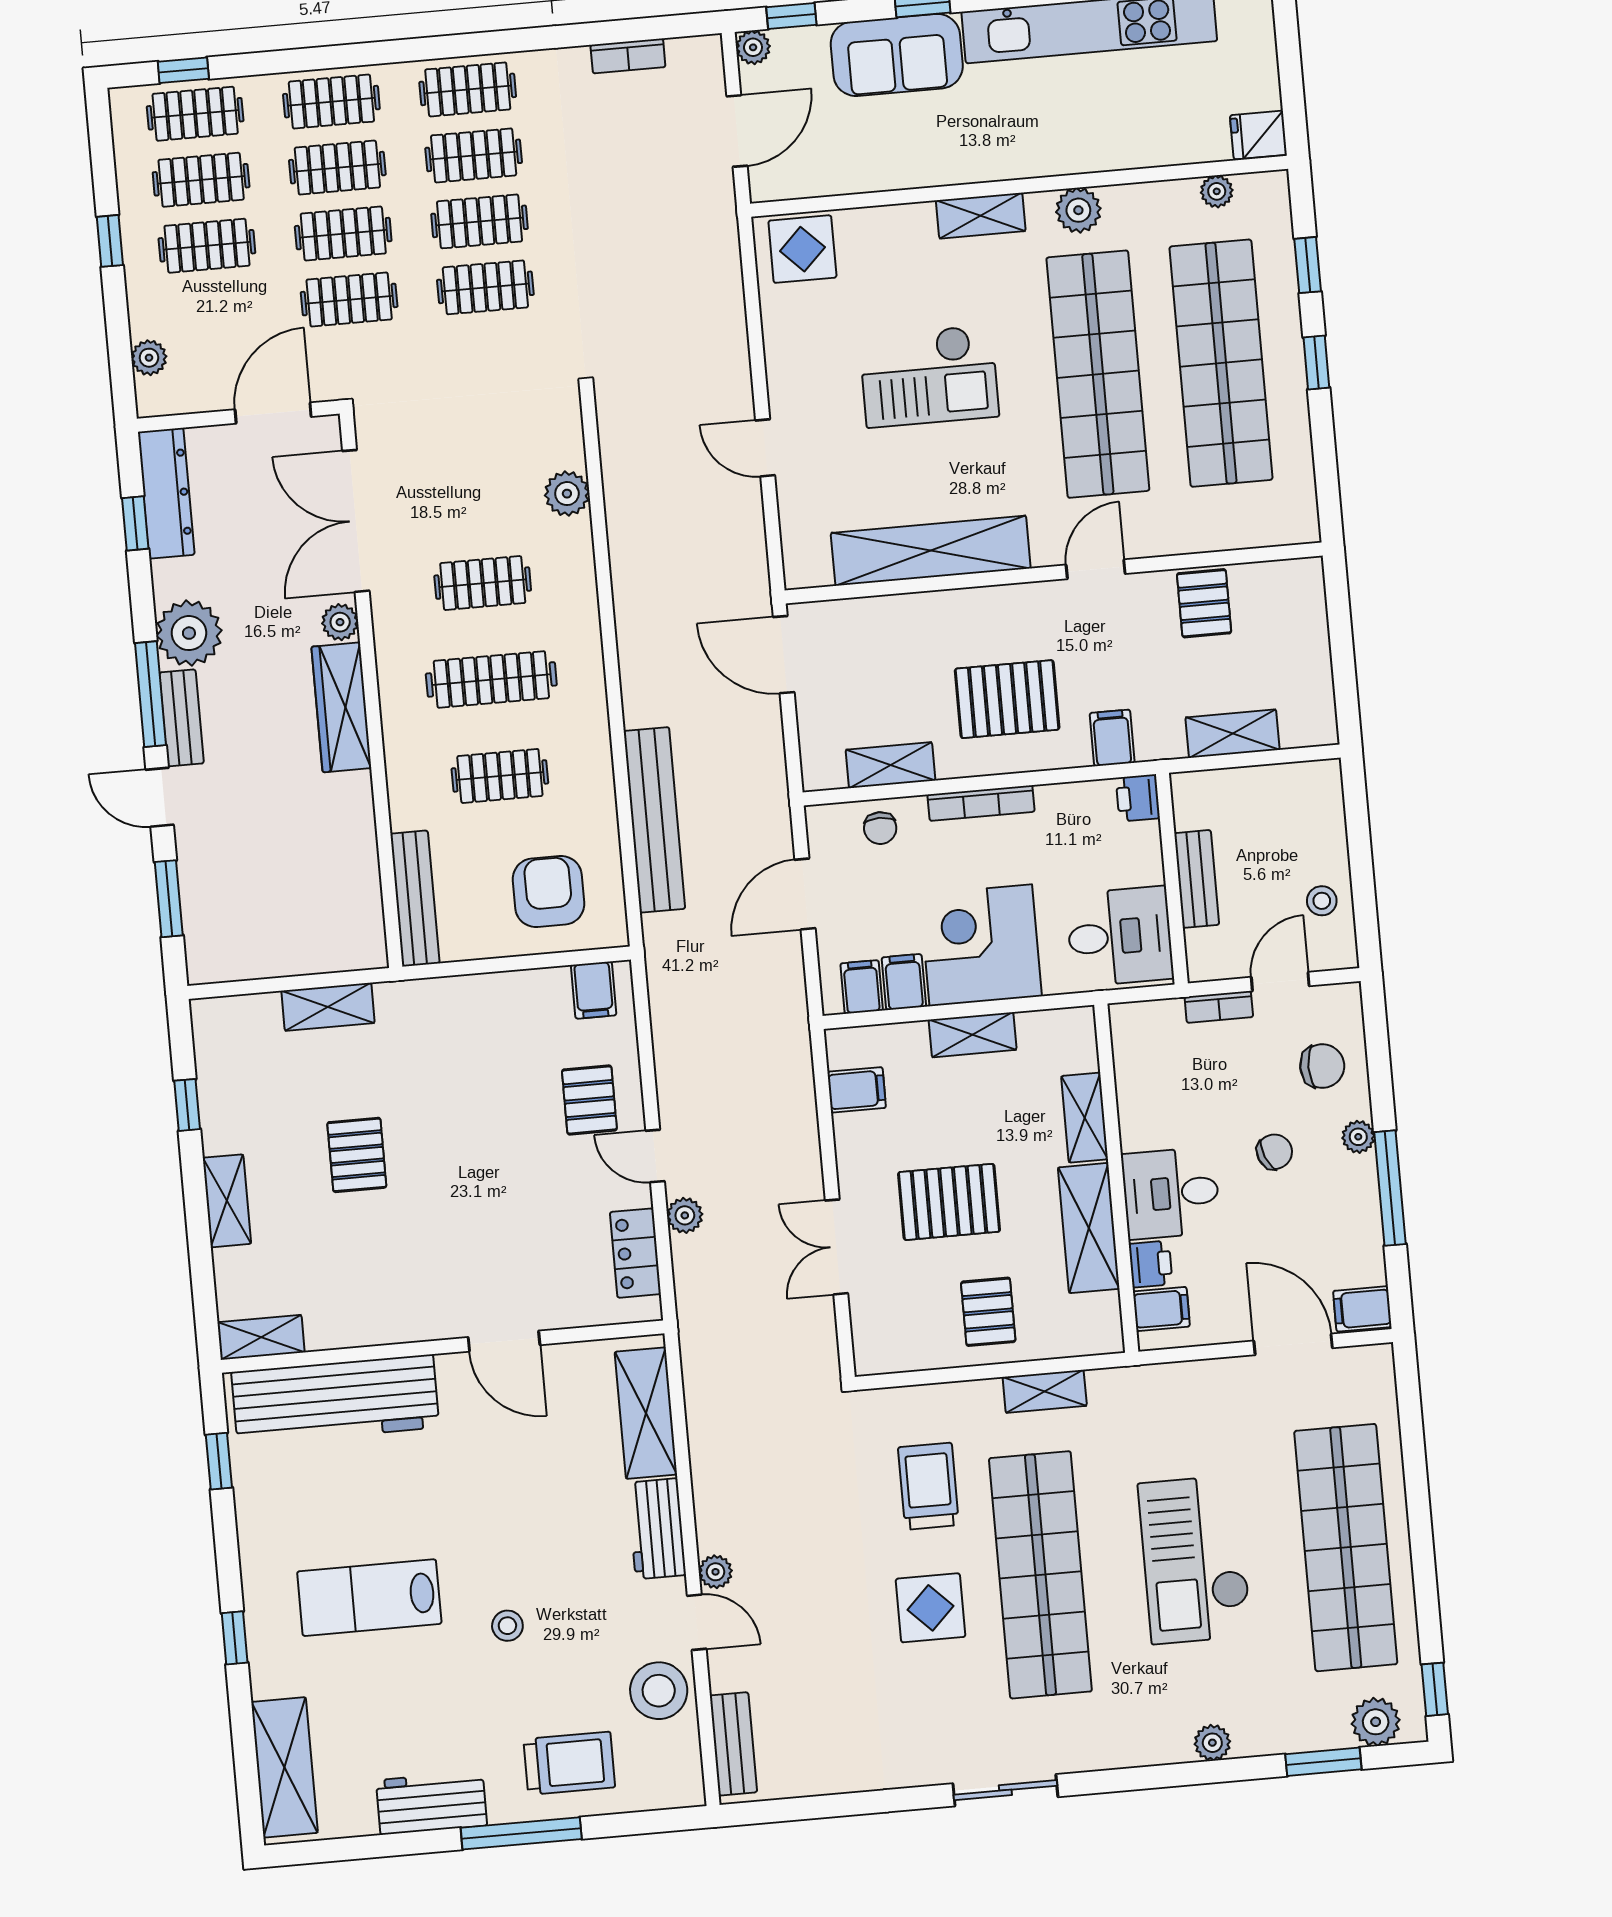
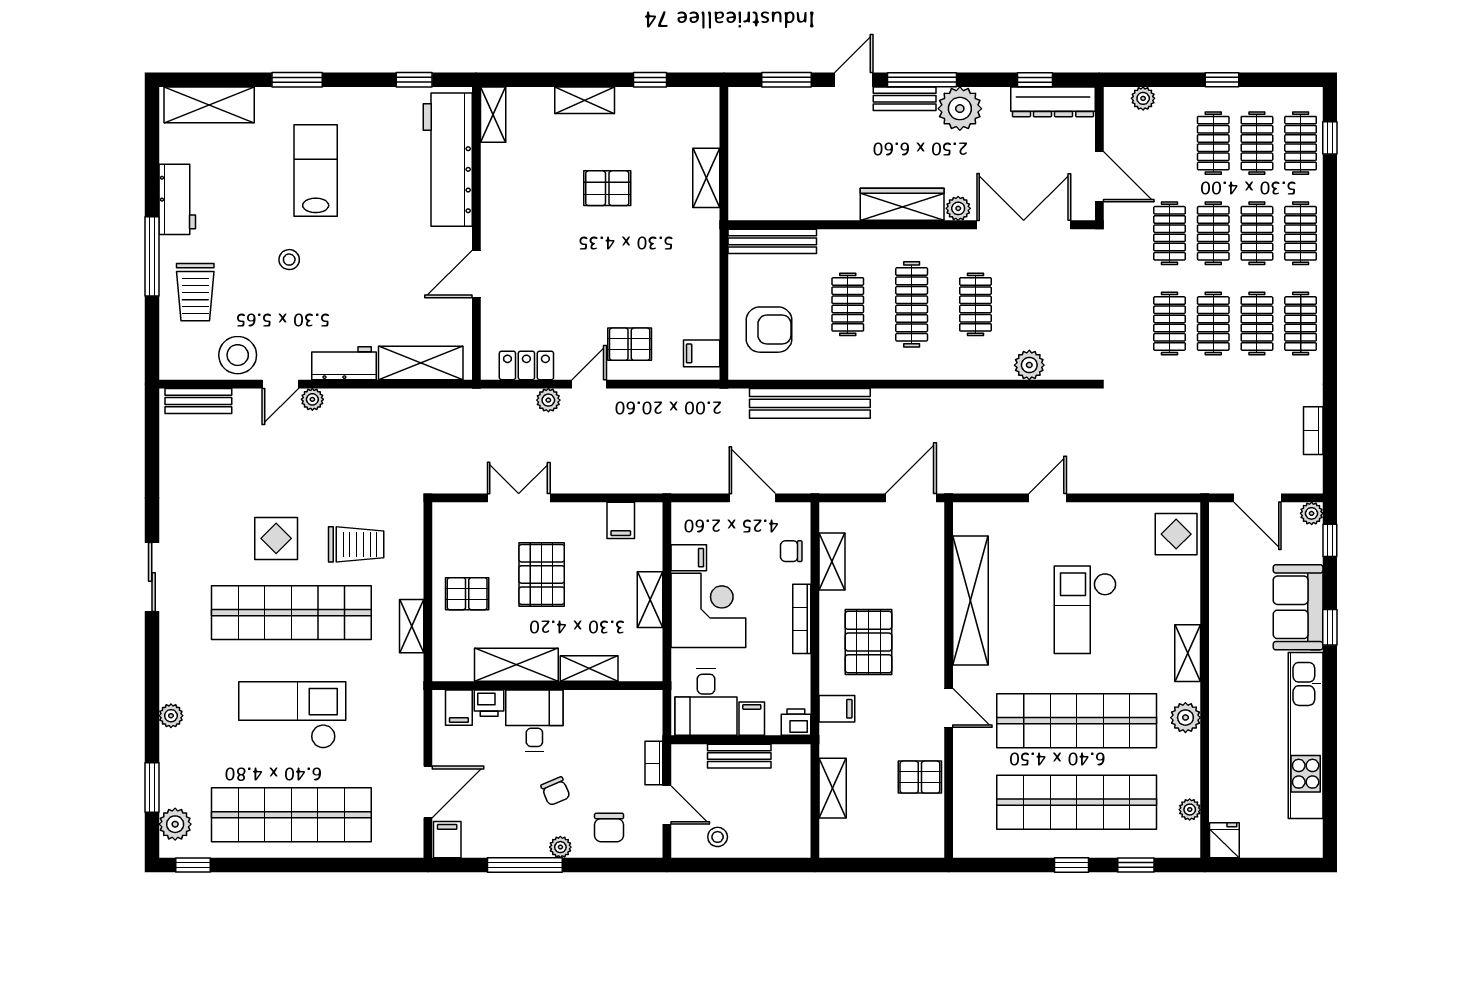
filing cabinet: (862, 987) -> (752, 719), moved, turned -90
window: (235, 1638) -> (297, 80), width x1.50

